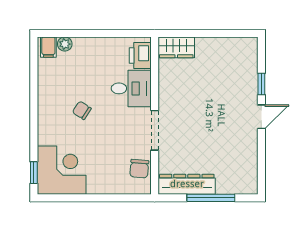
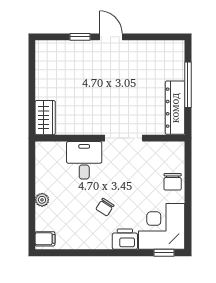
plant: (65, 44) -> (42, 200), moved
printer: (140, 56) -> (125, 239), moved, turned 180
chair: (139, 169) -> (173, 182), moved, turned 85

